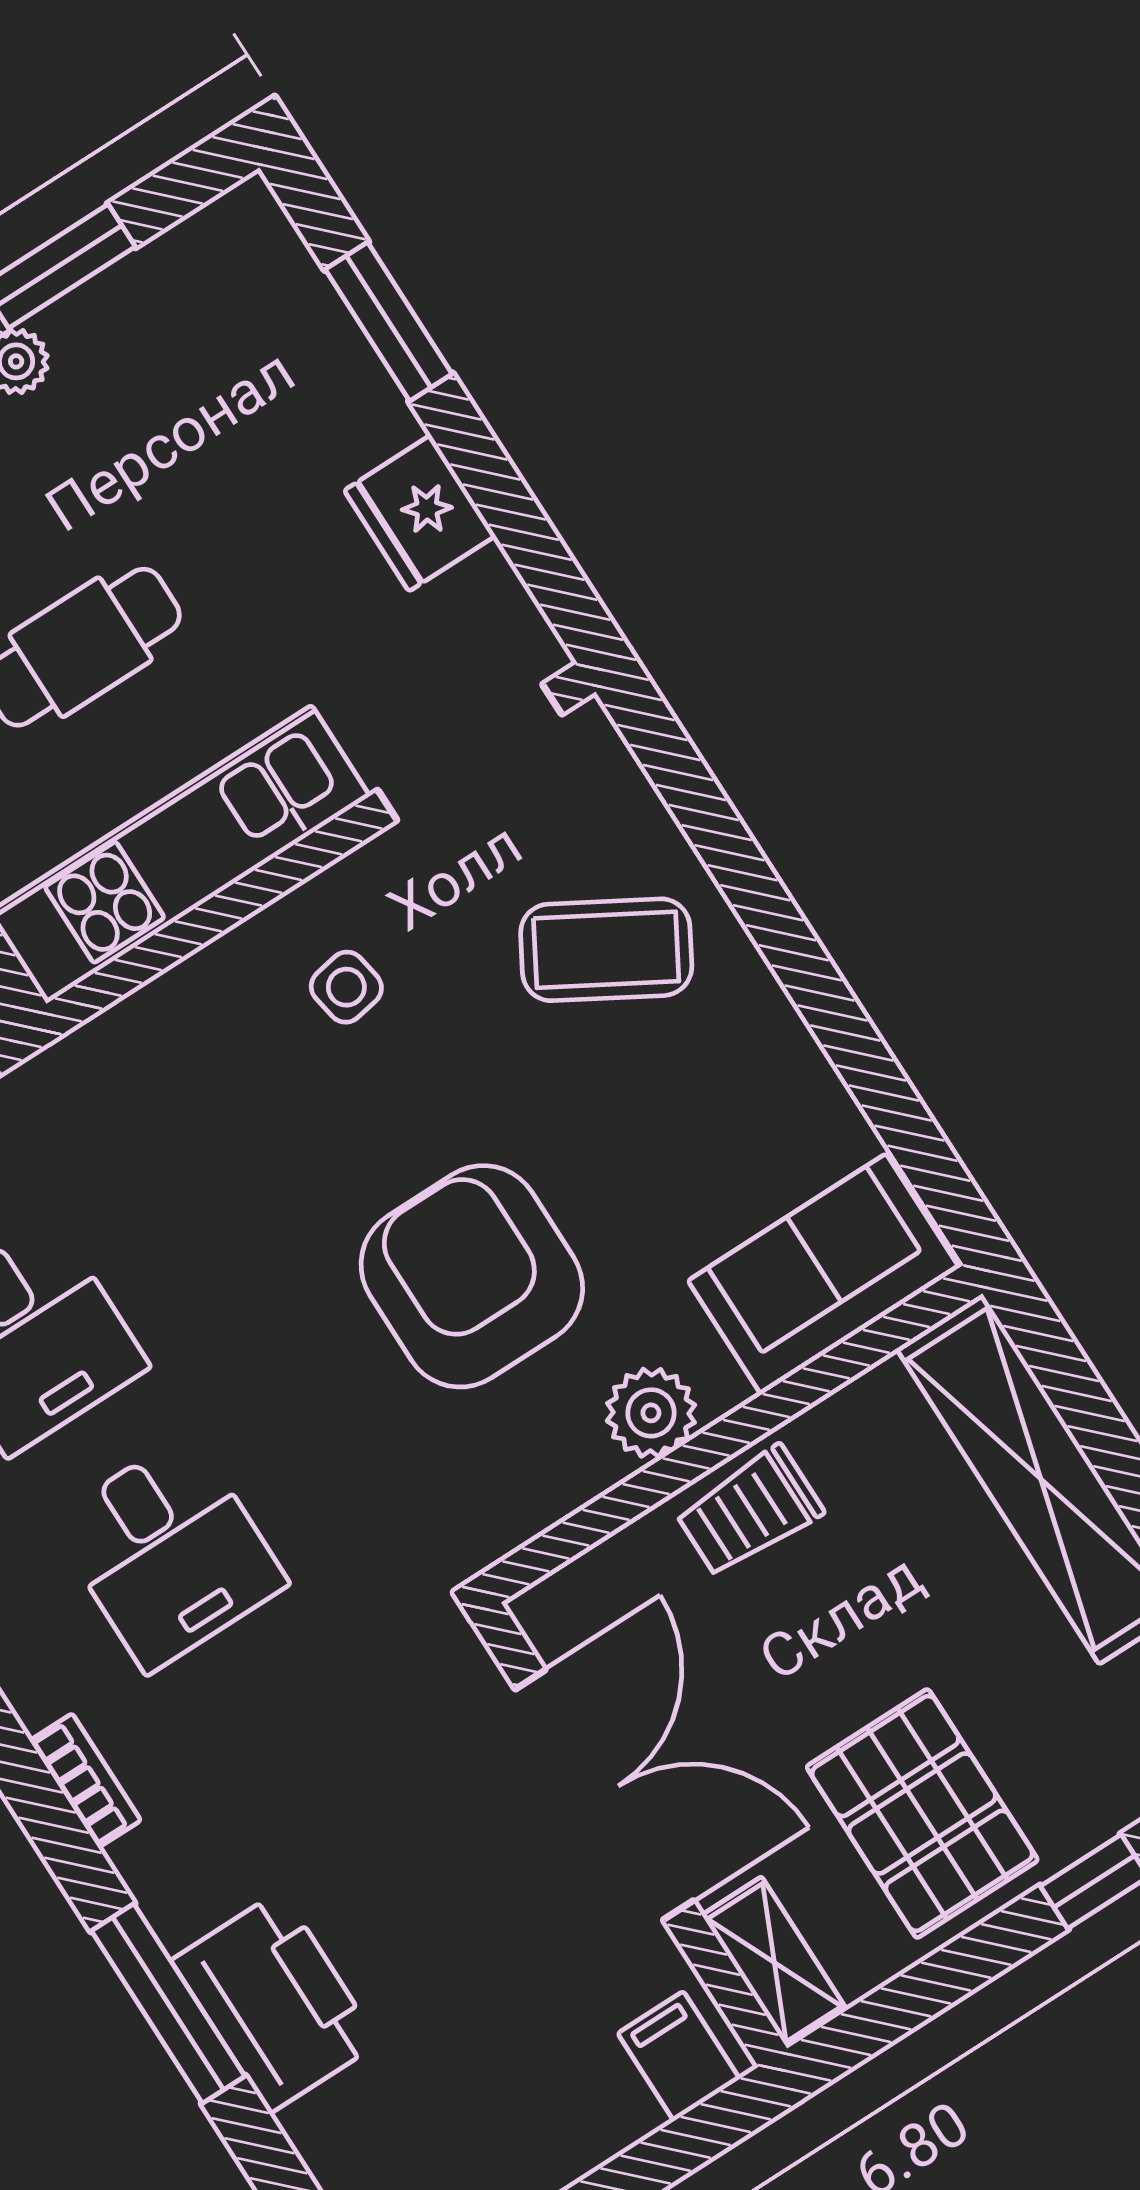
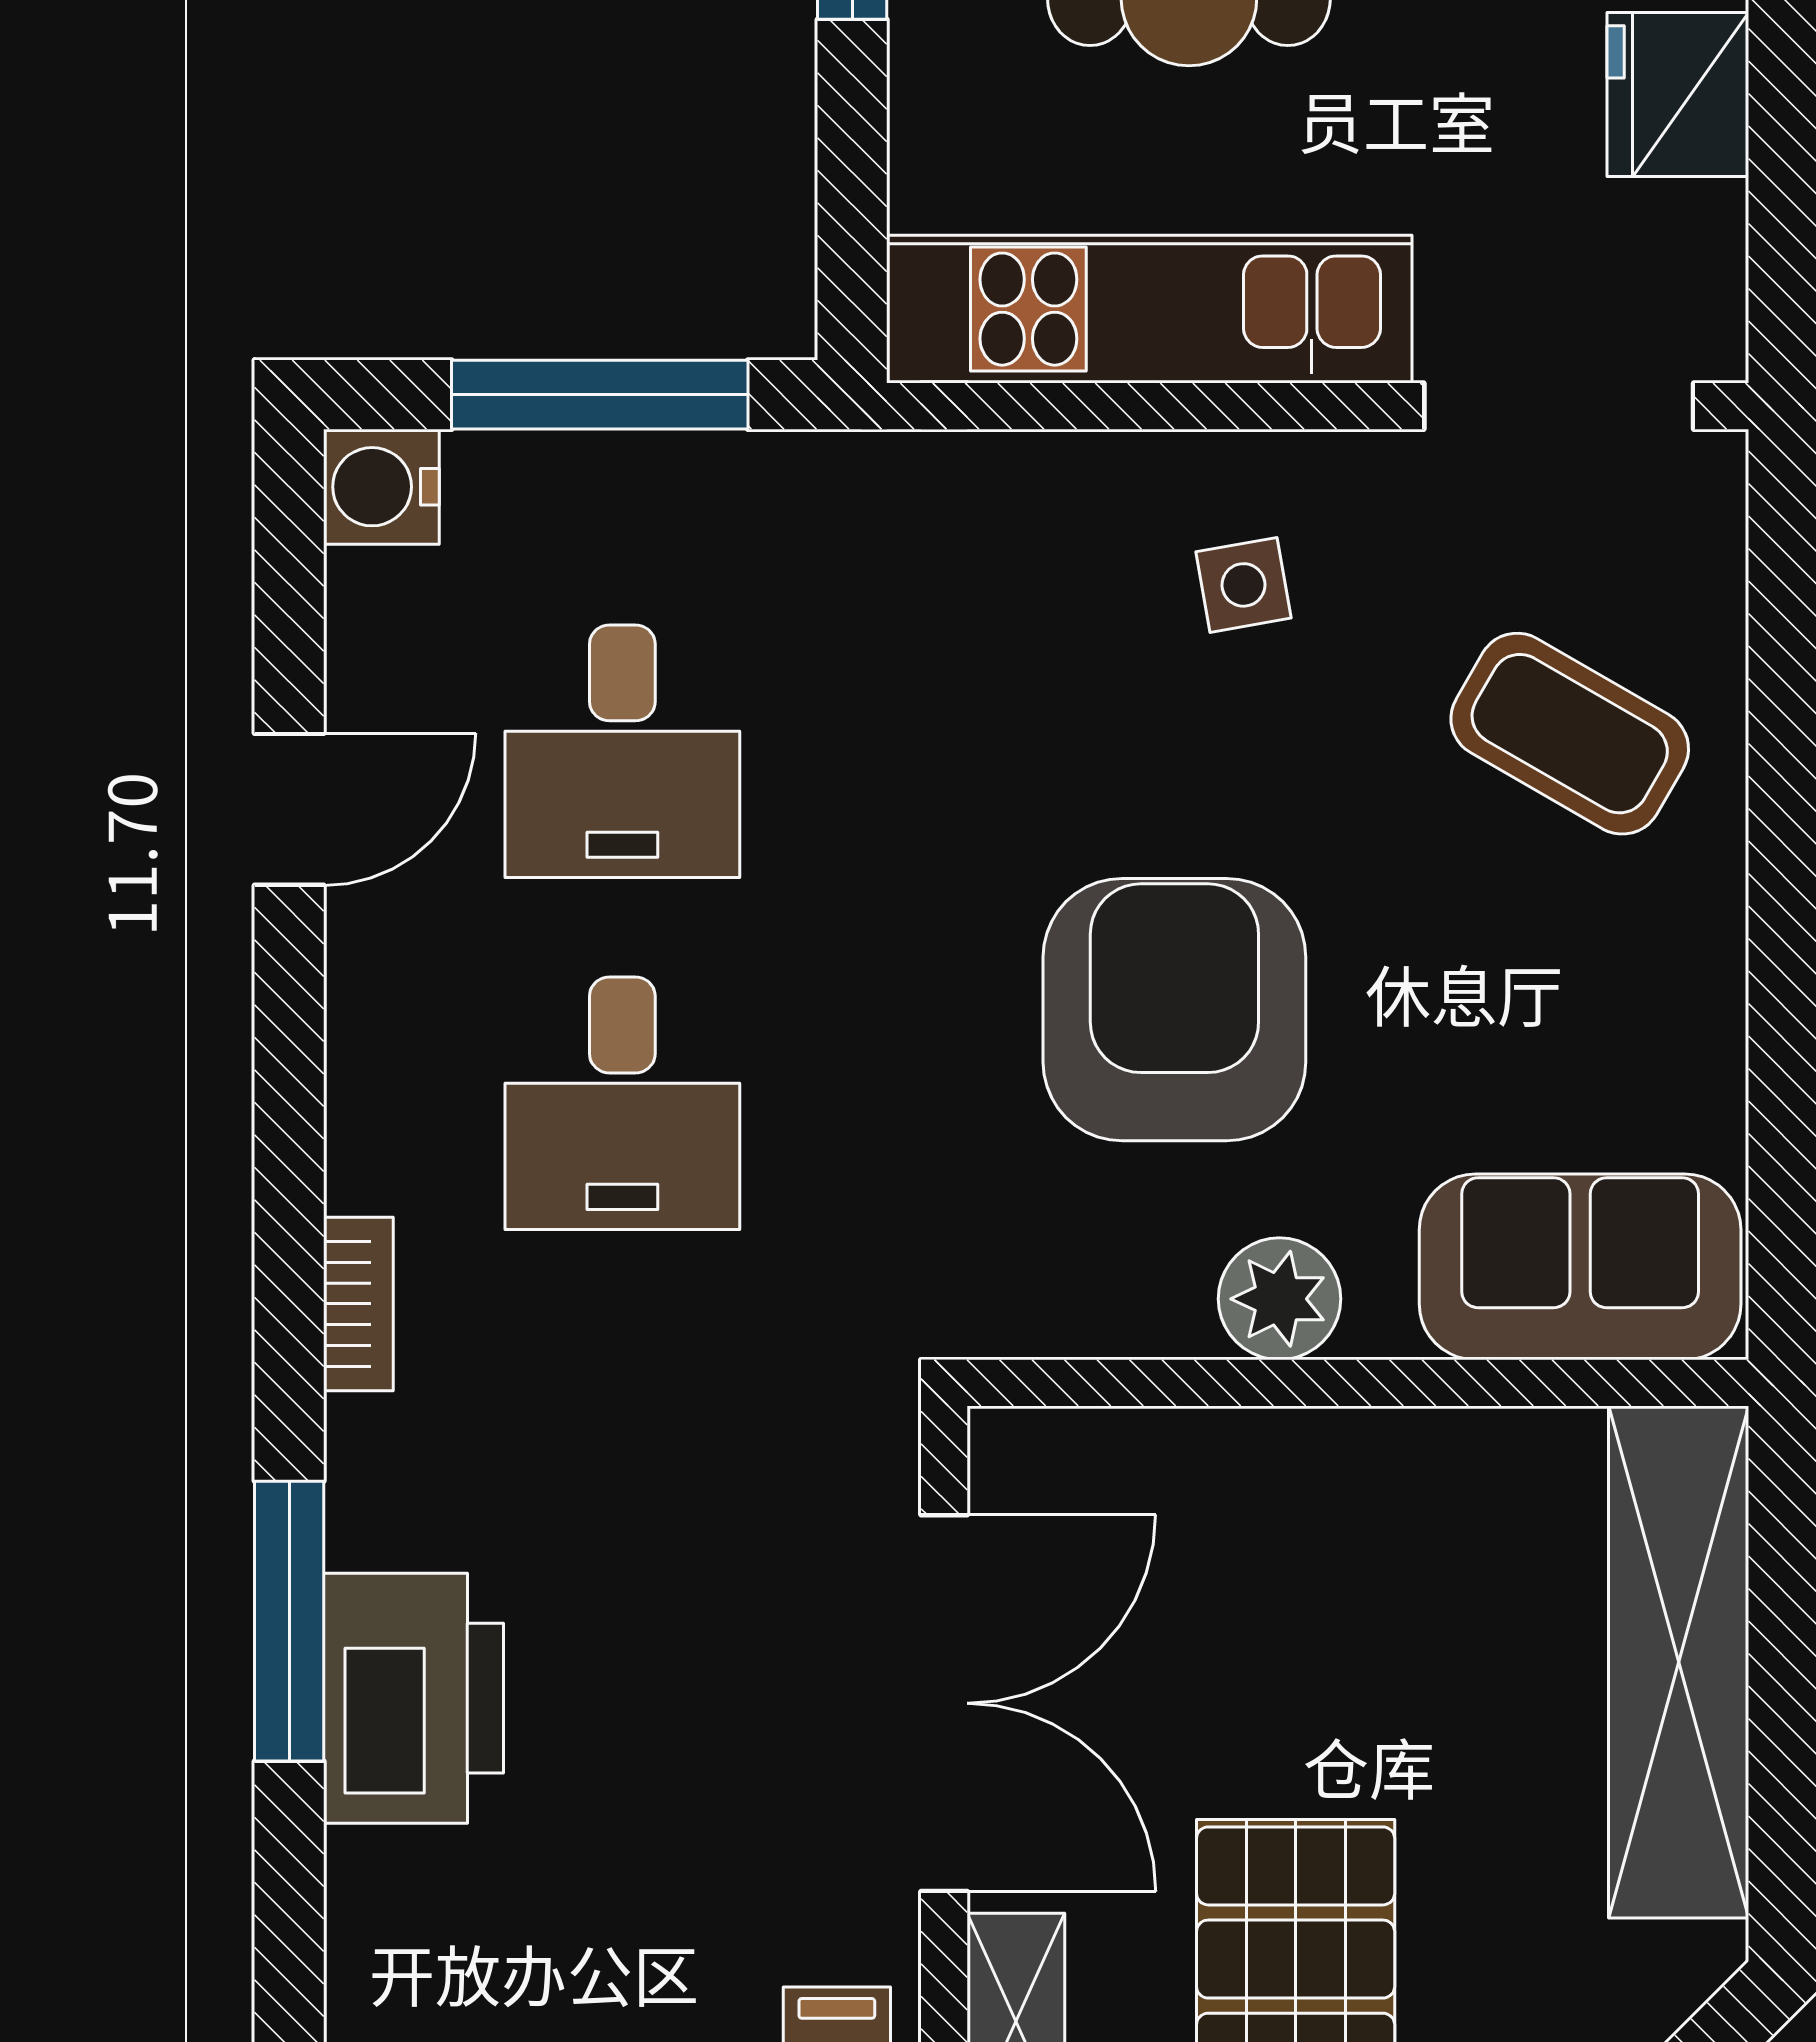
trolley: (749, 1512) -> (1320, 1485), removed

